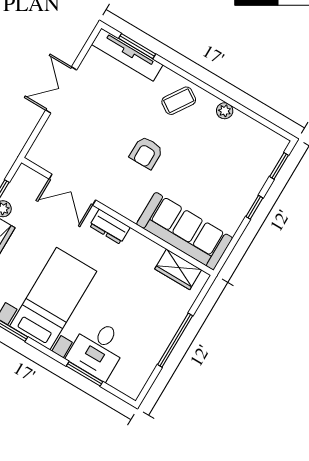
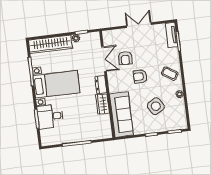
tv unit: (127, 55) -> (172, 35), width x0.71
armchair: (98, 154) -> (125, 58), added
side table: (214, 165) -> (156, 106), added
double door: (72, 190) -> (104, 59), swing flipped
wardrobe: (178, 269) -> (102, 104), moved

